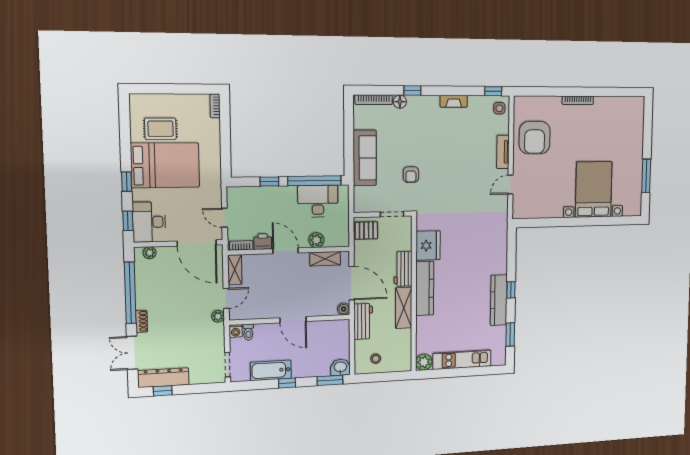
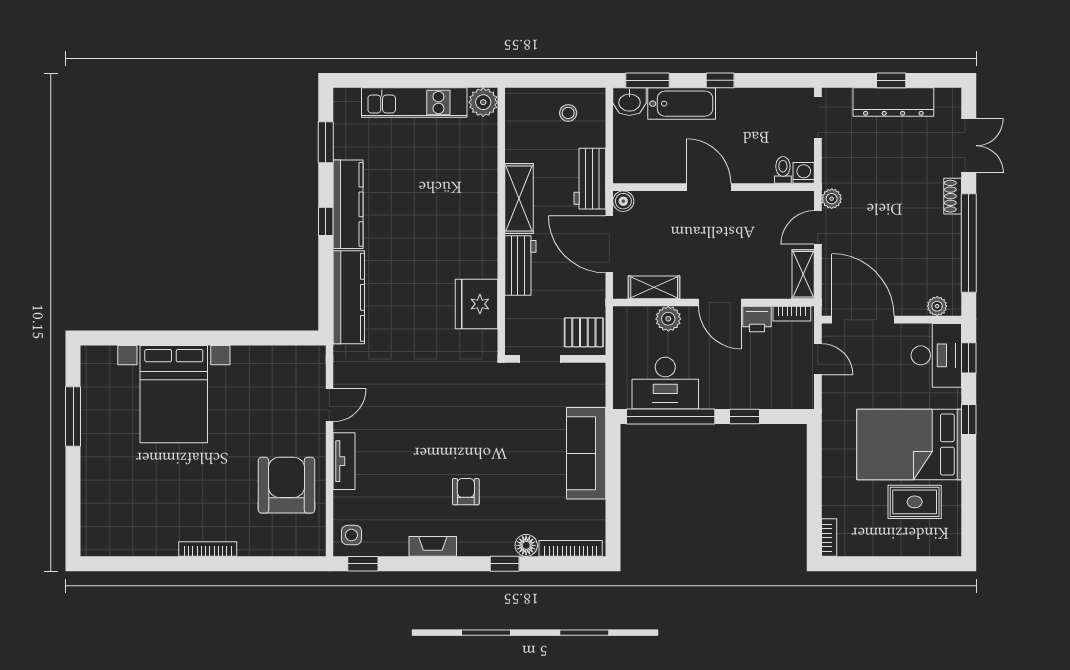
armchair: (411, 175) -> (466, 492), moved
kitchen counter: (425, 288) -> (349, 297), moved, turned 180
bathtub: (271, 370) -> (682, 104), moved
dresser: (163, 378) -> (893, 102), moved
window: (163, 391) -> (891, 80), moved

